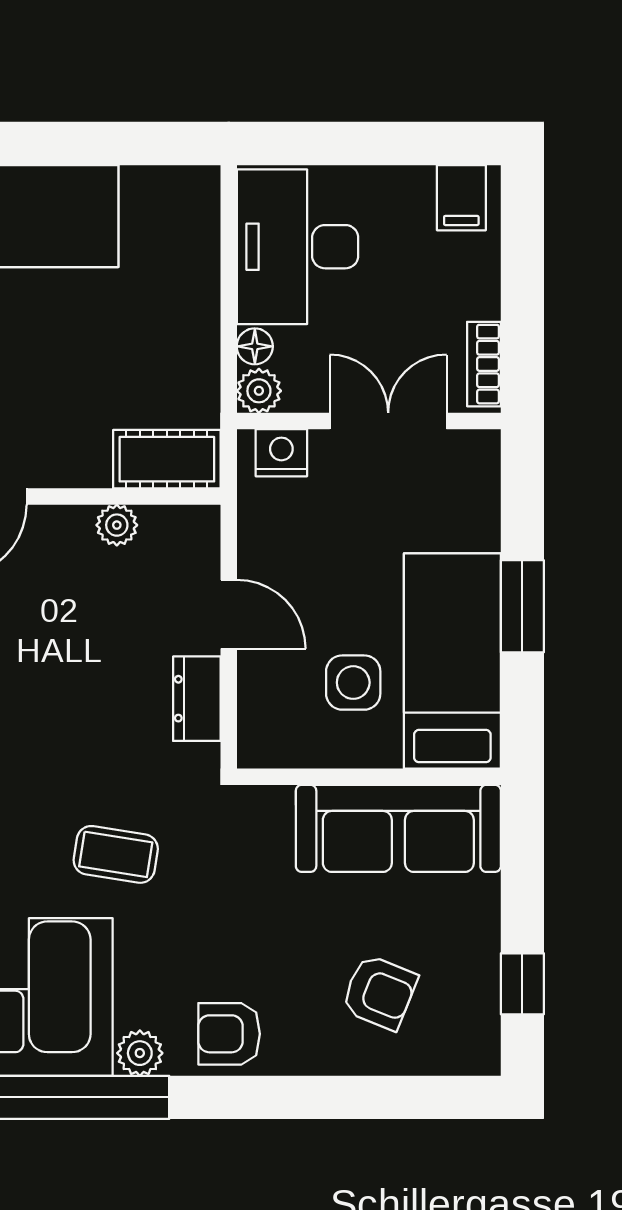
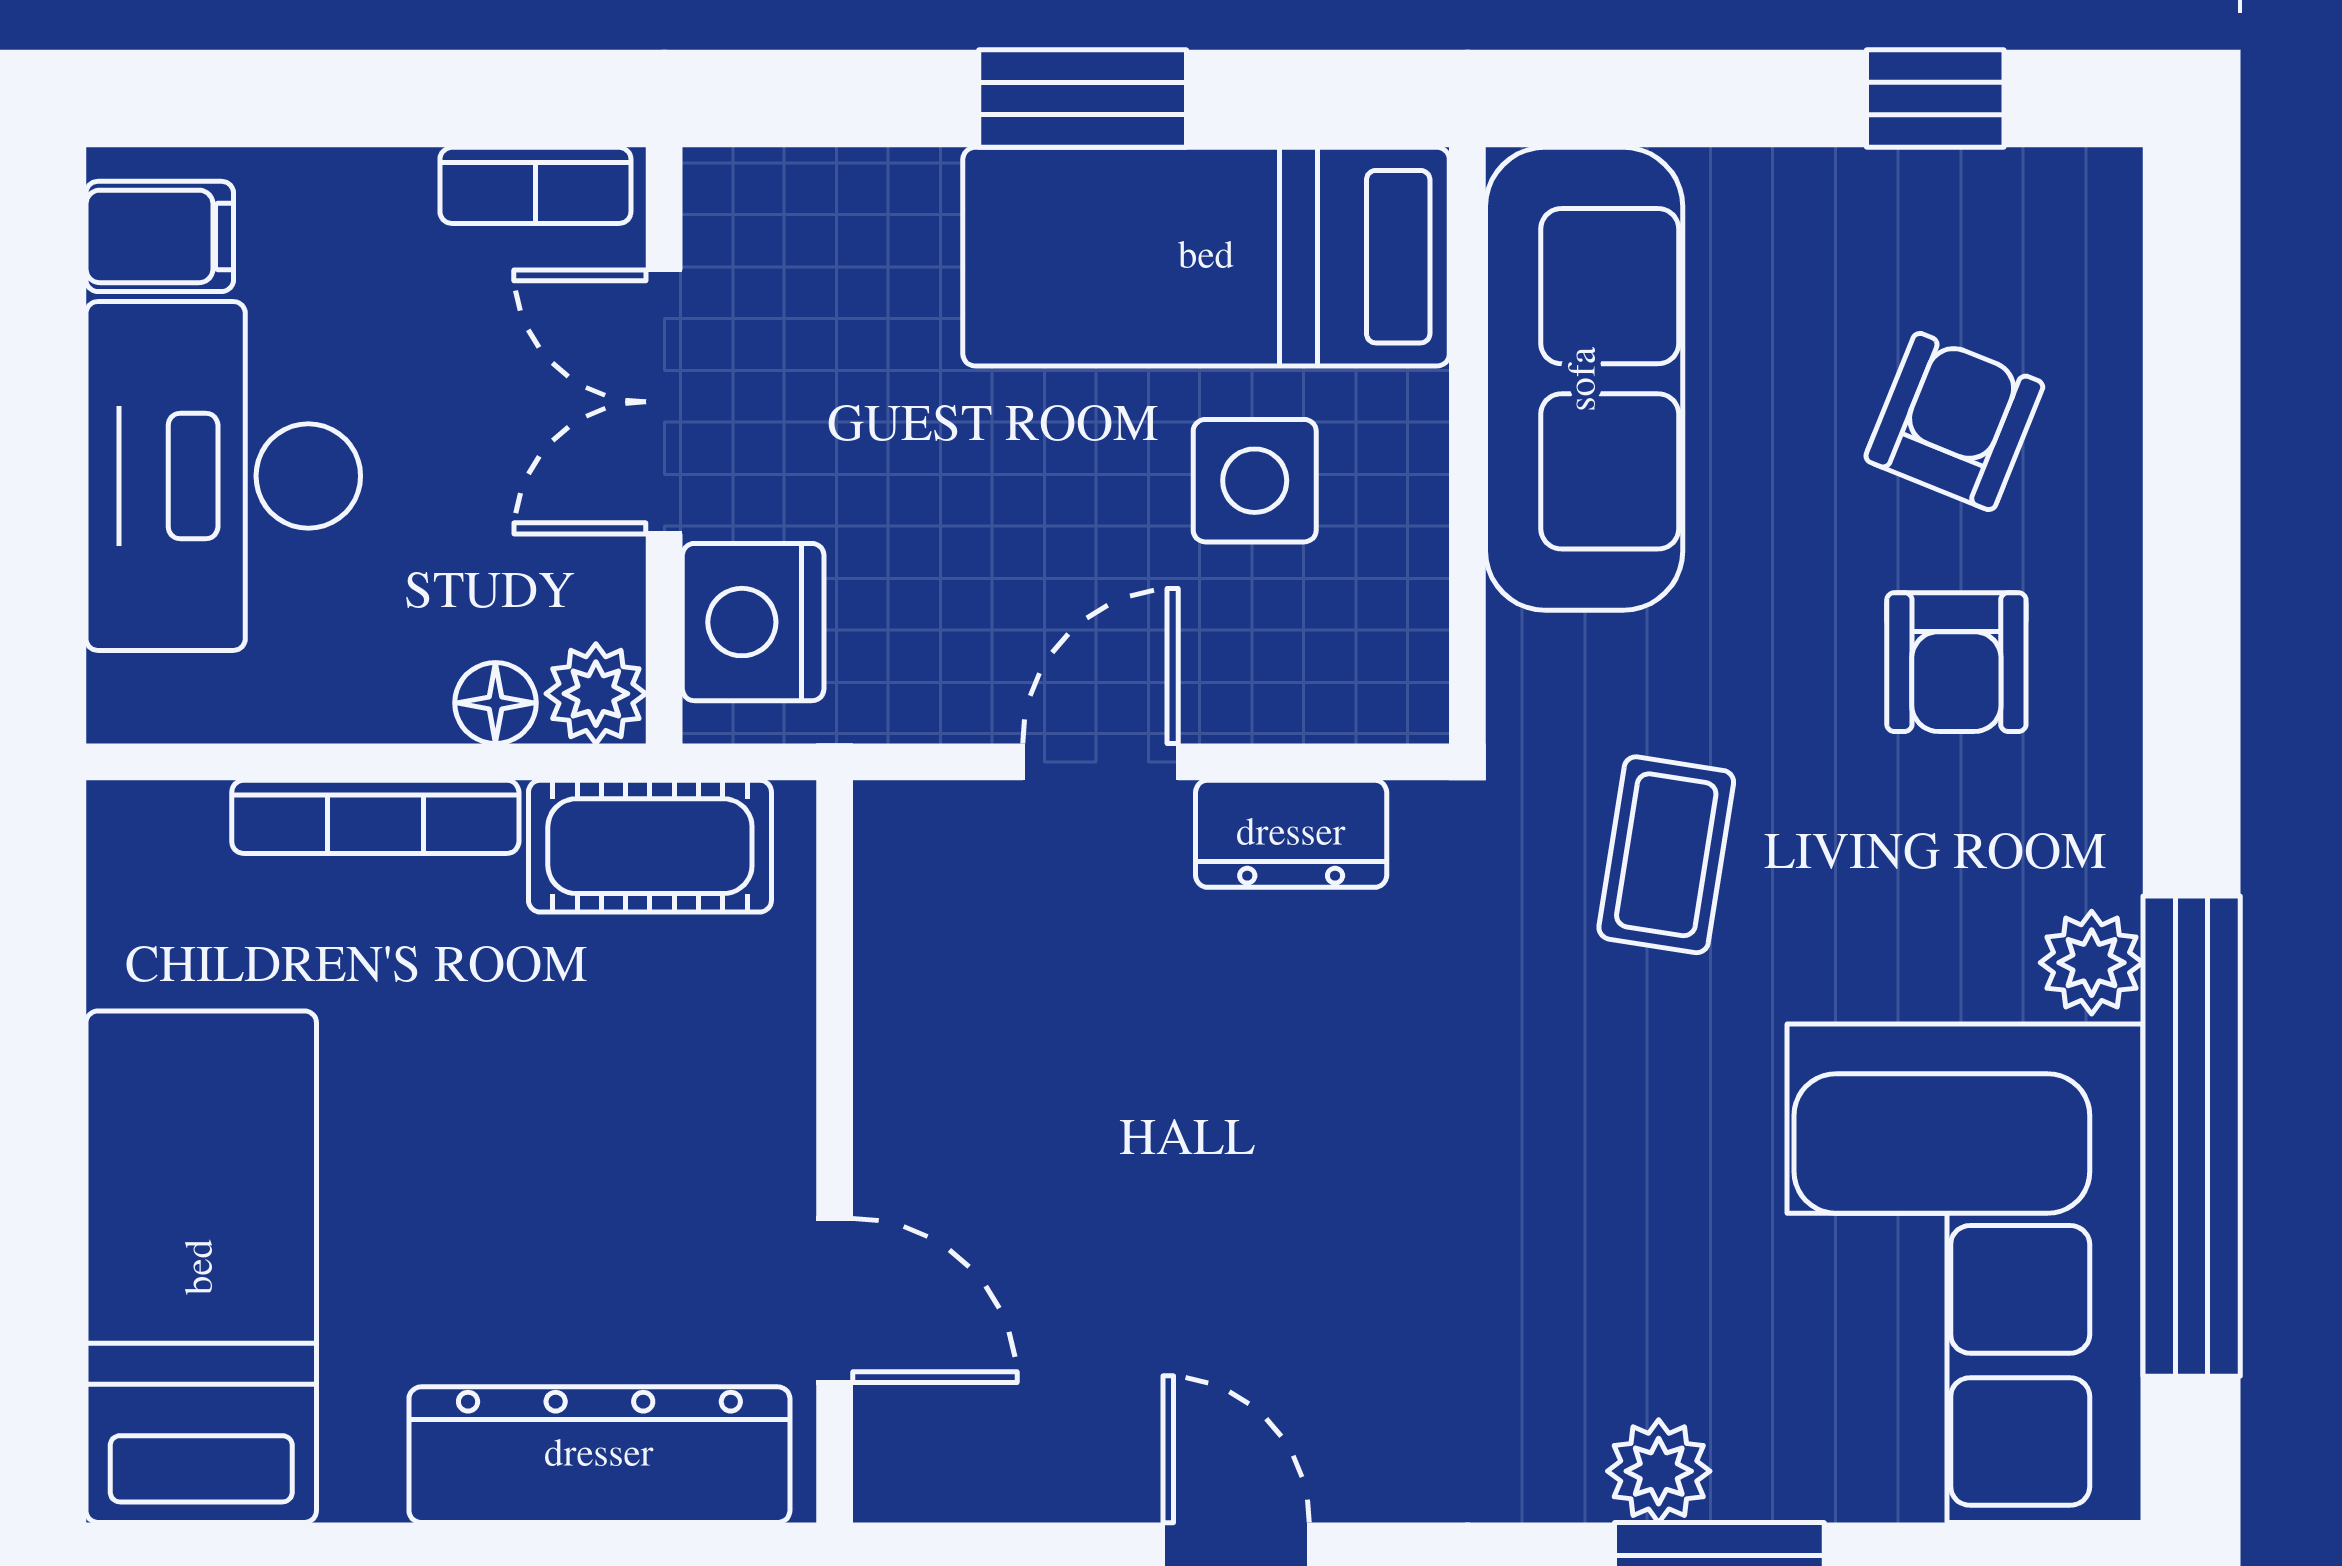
desk: (298, 247) -> (223, 476), moved, turned 90
bookcase: (204, 293) -> (375, 817), added
nightstand: (281, 453) -> (753, 622), width x1.36, depth x1.33
cot: (167, 459) -> (650, 846), moved, turned 90
plant: (117, 525) -> (899, 1015), removed
coffee table: (116, 854) -> (1666, 855), moved
armchair: (229, 1034) -> (1956, 662), moved

